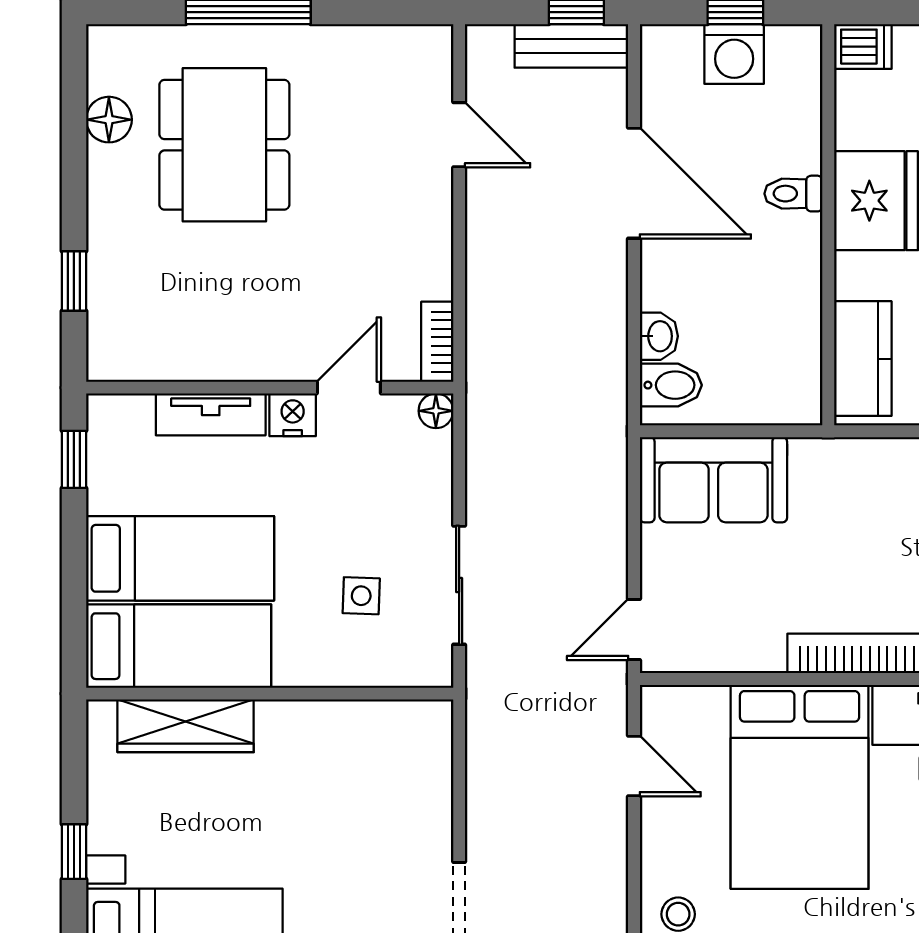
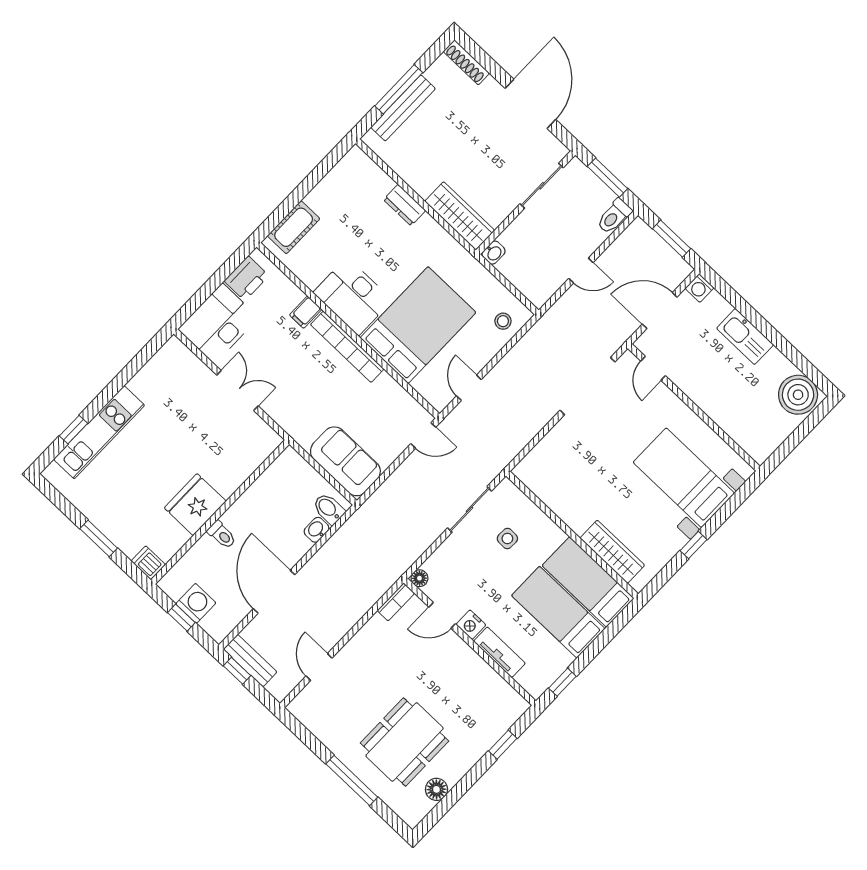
kitchen counter: (863, 359) -> (253, 454), removed

